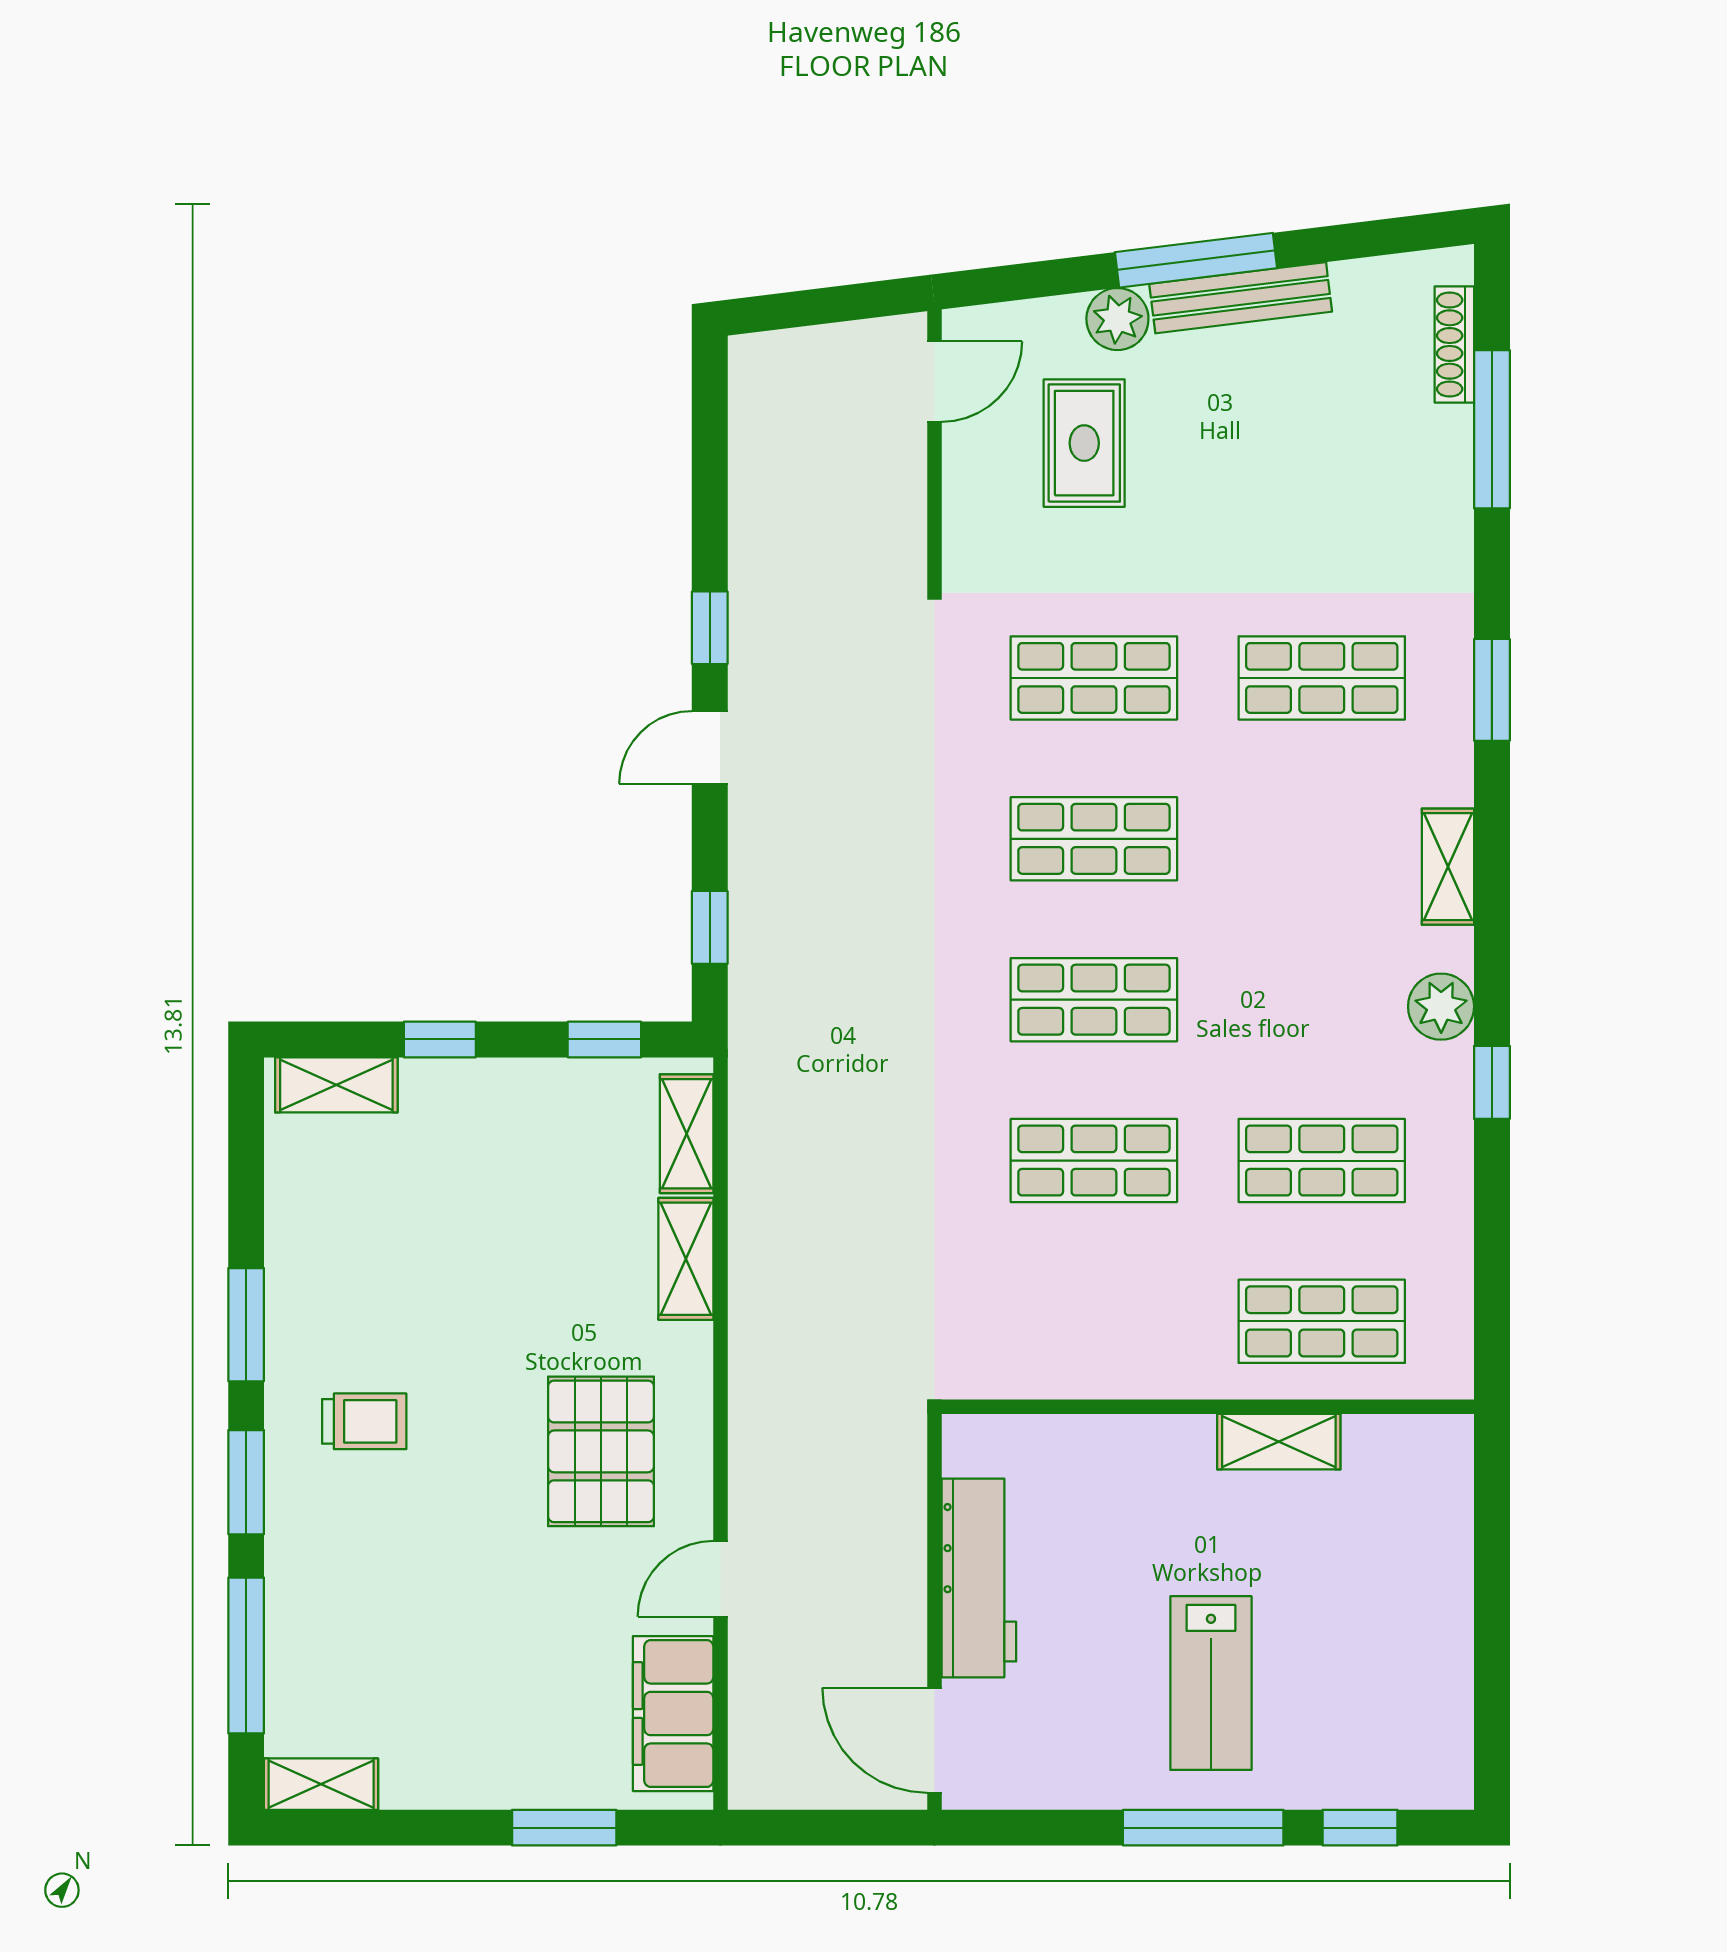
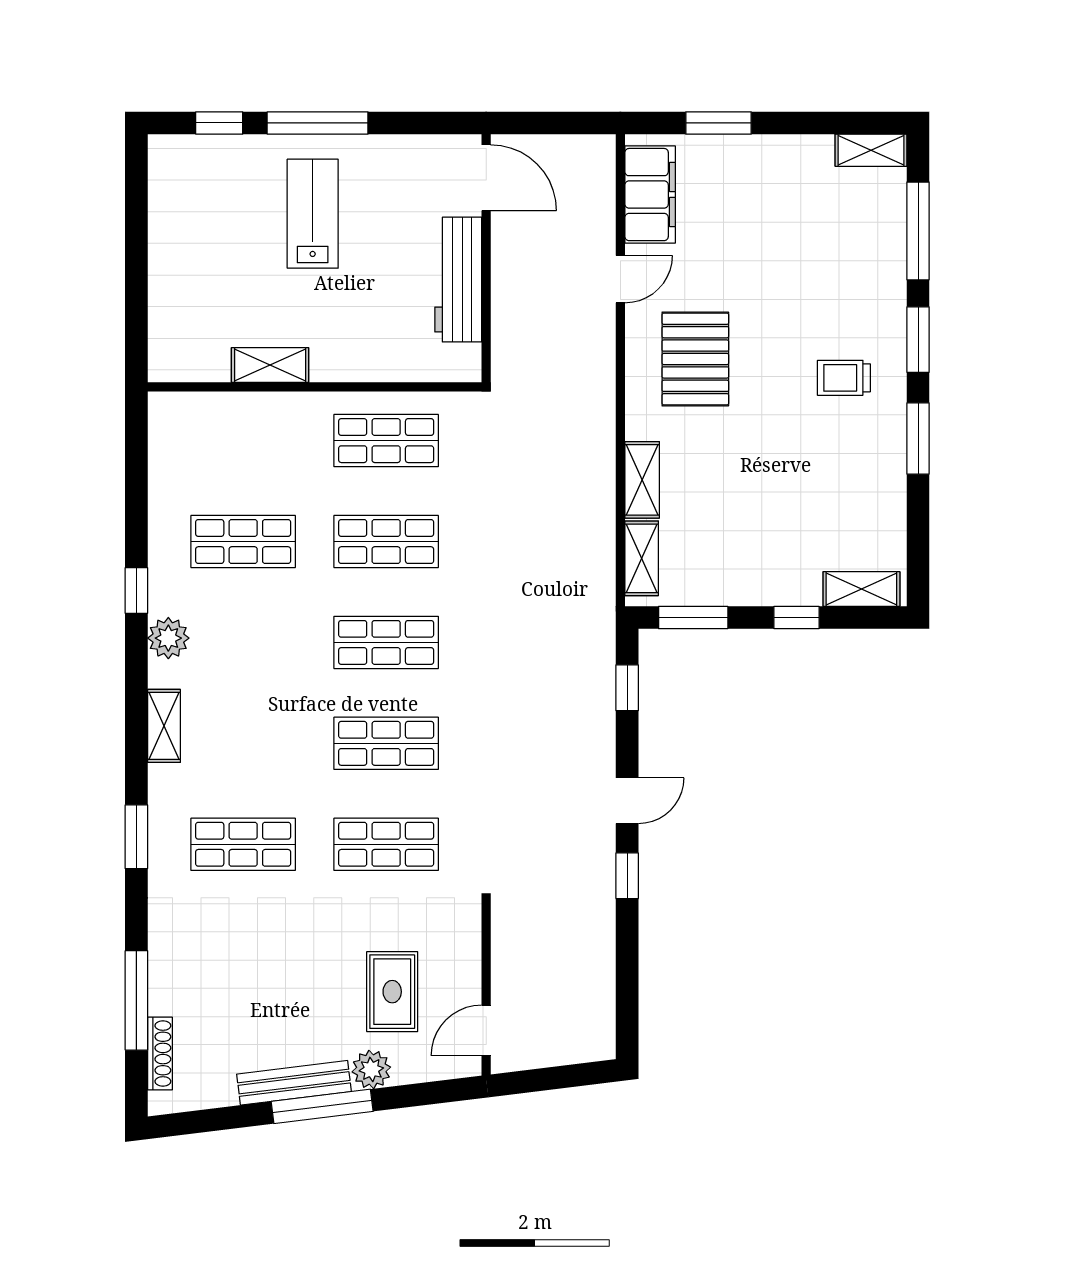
window: (604, 1039) -> (693, 617), width x1.50
shop shelf: (1322, 1321) -> (386, 441), moved

